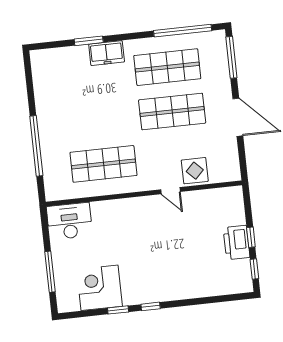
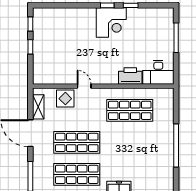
window: (36, 146) -> (176, 146), moved
shelving: (231, 155) -> (38, 107), added
printer: (237, 242) -> (130, 76), moved, turned -90
corner desk: (100, 288) -> (111, 22), moved

